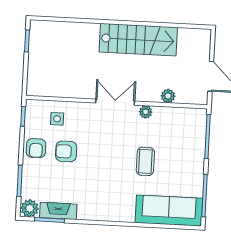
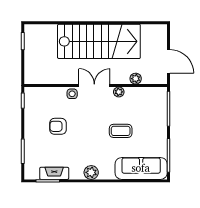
stairs: (138, 40) -> (99, 41), width x1.36, depth x1.51
side table: (57, 119) -> (72, 94), moved
armchair: (36, 148) -> (34, 125), removed
coffee table: (145, 161) -> (121, 131), turned 90
plant: (30, 208) -> (91, 172), moved

